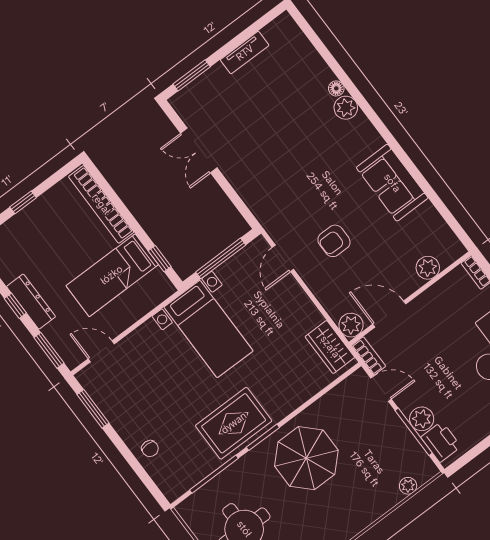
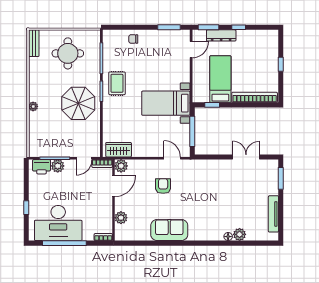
tv unit: (245, 53) -> (273, 214), width x1.41
plant: (346, 108) -> (240, 234), moved
dresser: (31, 302) -> (221, 35), moved
rug: (234, 423) -> (117, 83), width x0.73, depth x0.70
plant: (408, 486) -> (33, 106), moved

